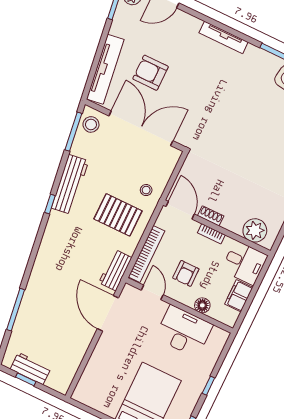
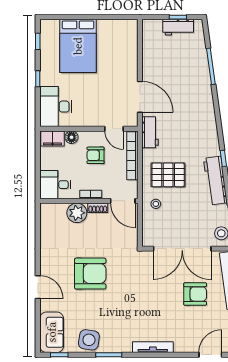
armchair: (253, 149) -> (90, 274), added
plant: (255, 230) -> (77, 213), moved
armchair: (186, 273) -> (96, 155), turned -90
filing cabinet: (239, 296) -> (52, 139), moved, turned 90
desk: (184, 331) -> (56, 107), moved, turned 90

